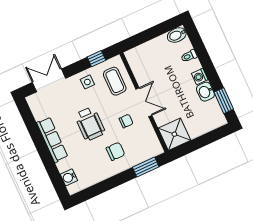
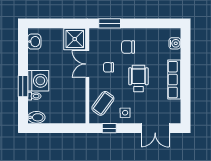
washing machine: (200, 77) -> (38, 81), width x1.89, depth x1.89
coffee table: (115, 81) -> (103, 103), turned 36
washbasin: (205, 92) -> (34, 42), moved
window: (224, 101) -> (23, 86), moved
double door: (144, 102) -> (87, 64), moved

